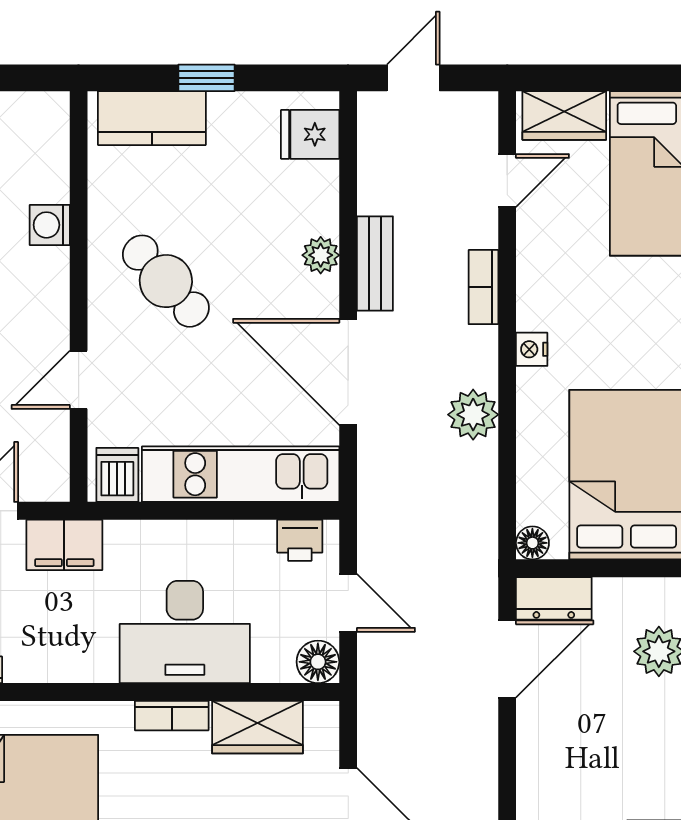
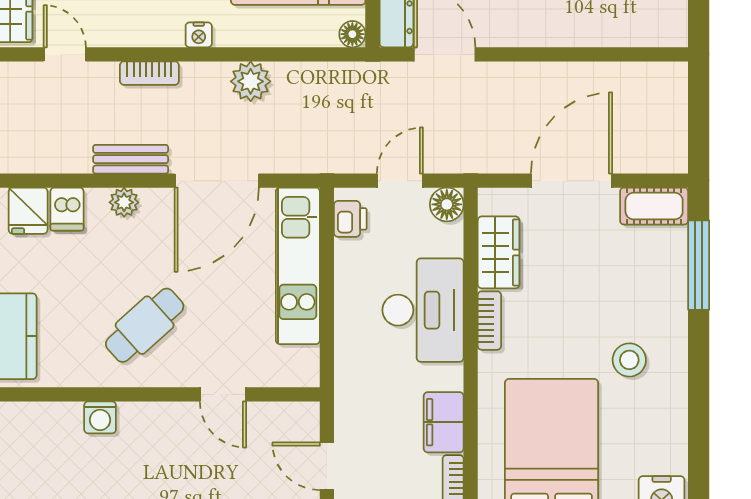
dishwasher: (117, 475) -> (67, 209), moved, turned -90
filing cabinet: (64, 545) -> (444, 422), moved, turned 180

